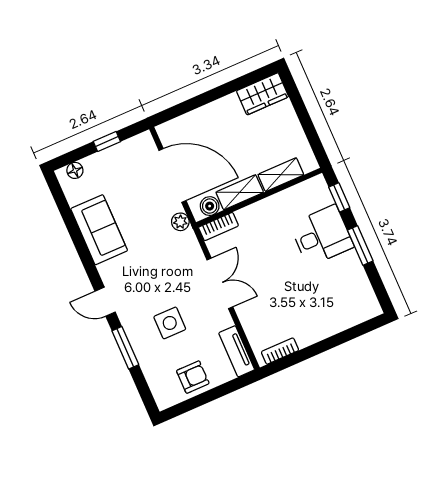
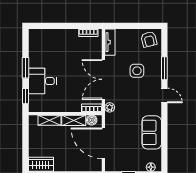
plant: (180, 222) -> (110, 107), moved
double door: (220, 283) -> (103, 79), width x1.37
armchair: (193, 377) -> (149, 39), moved, turned -104

